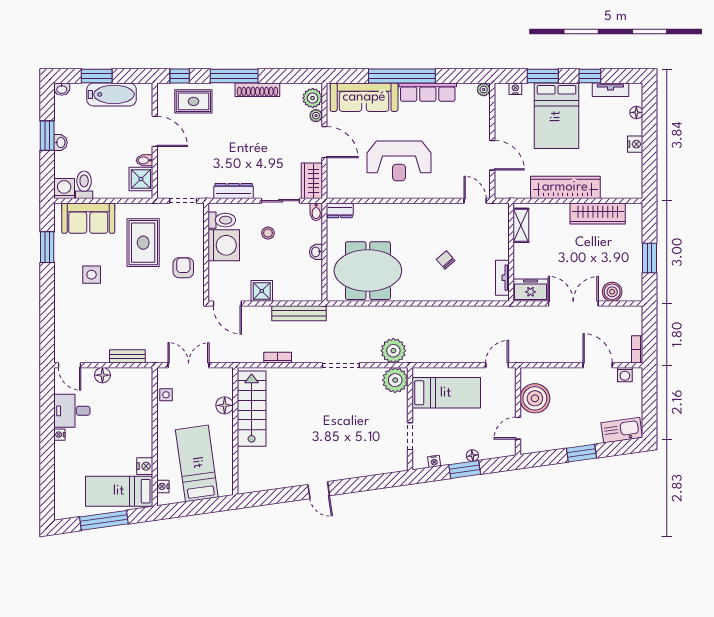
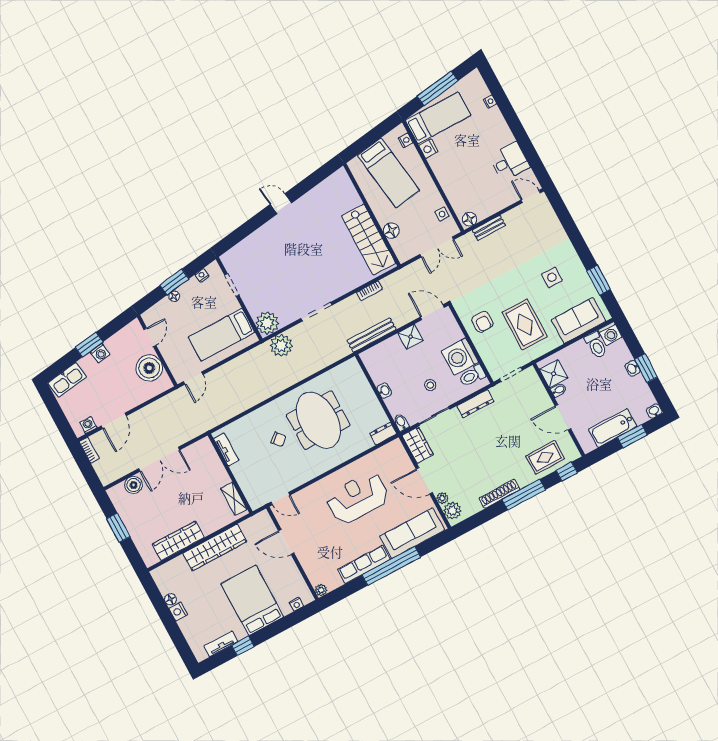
window: (543, 76) -> (280, 626), removed
floor lamp: (636, 112) -> (170, 599), moved
meeting table: (368, 271) -> (318, 420), moved, turned 90
freezer: (531, 290) -> (199, 452), removed
door: (598, 365) -> (114, 421), hinge flipped
floor lamp: (102, 375) -> (470, 219), moved
nightstand: (59, 435) -> (490, 102), moved
washing machine: (575, 439) -> (100, 353), added

